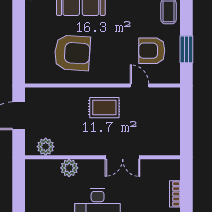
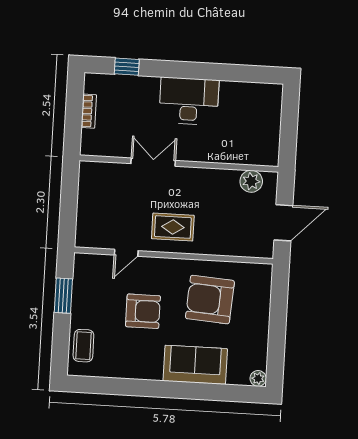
armchair: (152, 51) -> (143, 311), moved
door: (139, 85) -> (126, 253), hinge flipped
plant: (69, 168) -> (222, 152), removed

